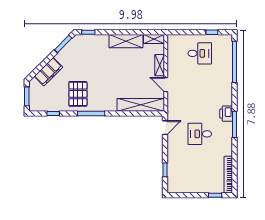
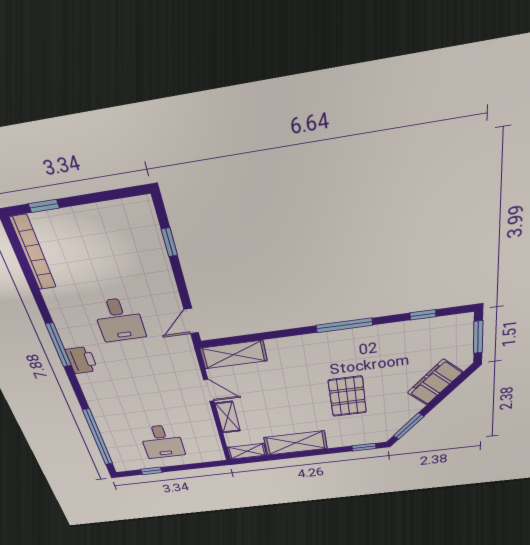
desk: (200, 53) -> (162, 442), turned -90
pallet: (78, 94) -> (347, 396), moved
shelving: (141, 105) -> (234, 355), width x0.68
desk: (200, 134) -> (119, 320), turned 90

